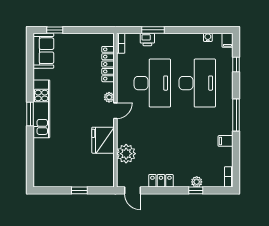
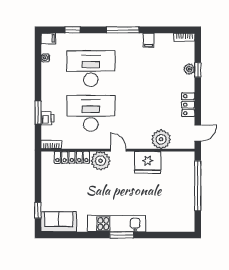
plant: (109, 97) -> (101, 161), width x1.88, depth x1.88
window: (79, 190) -> (198, 186), width x3.17

